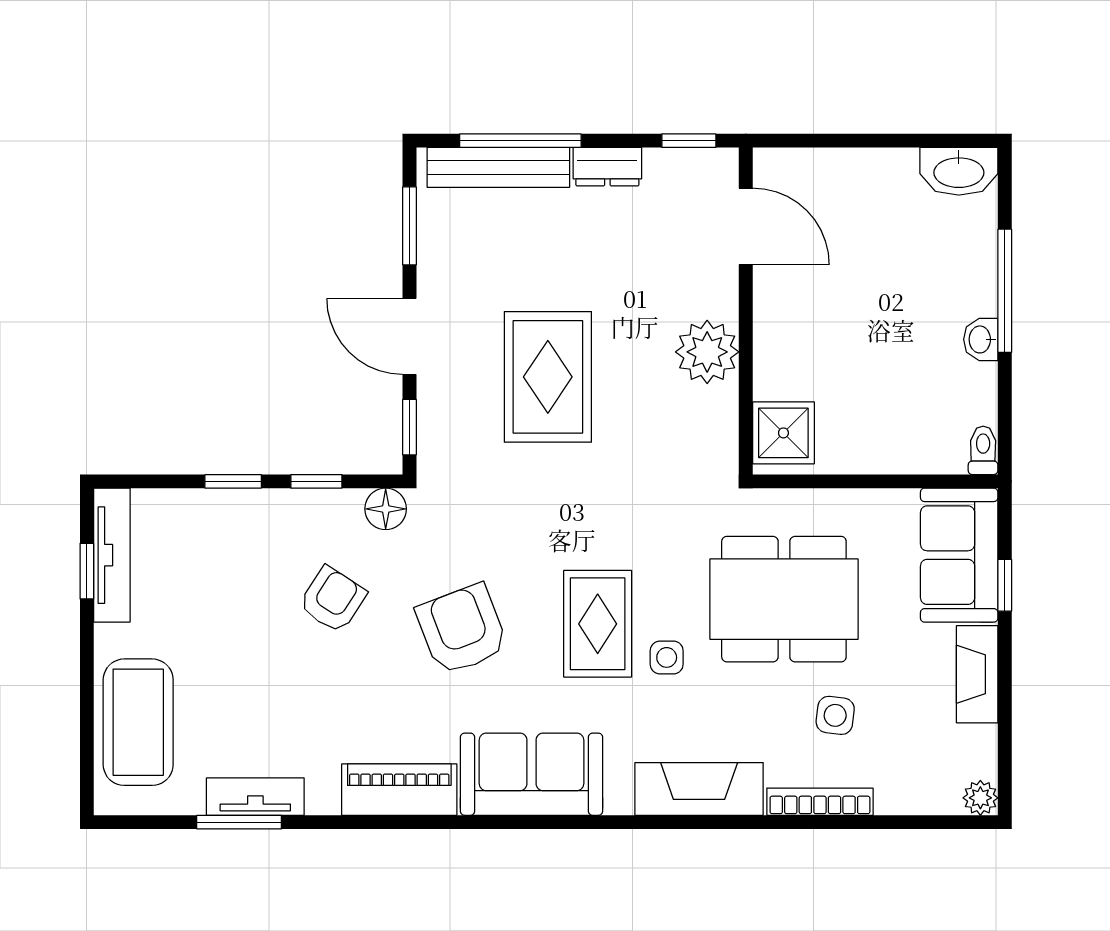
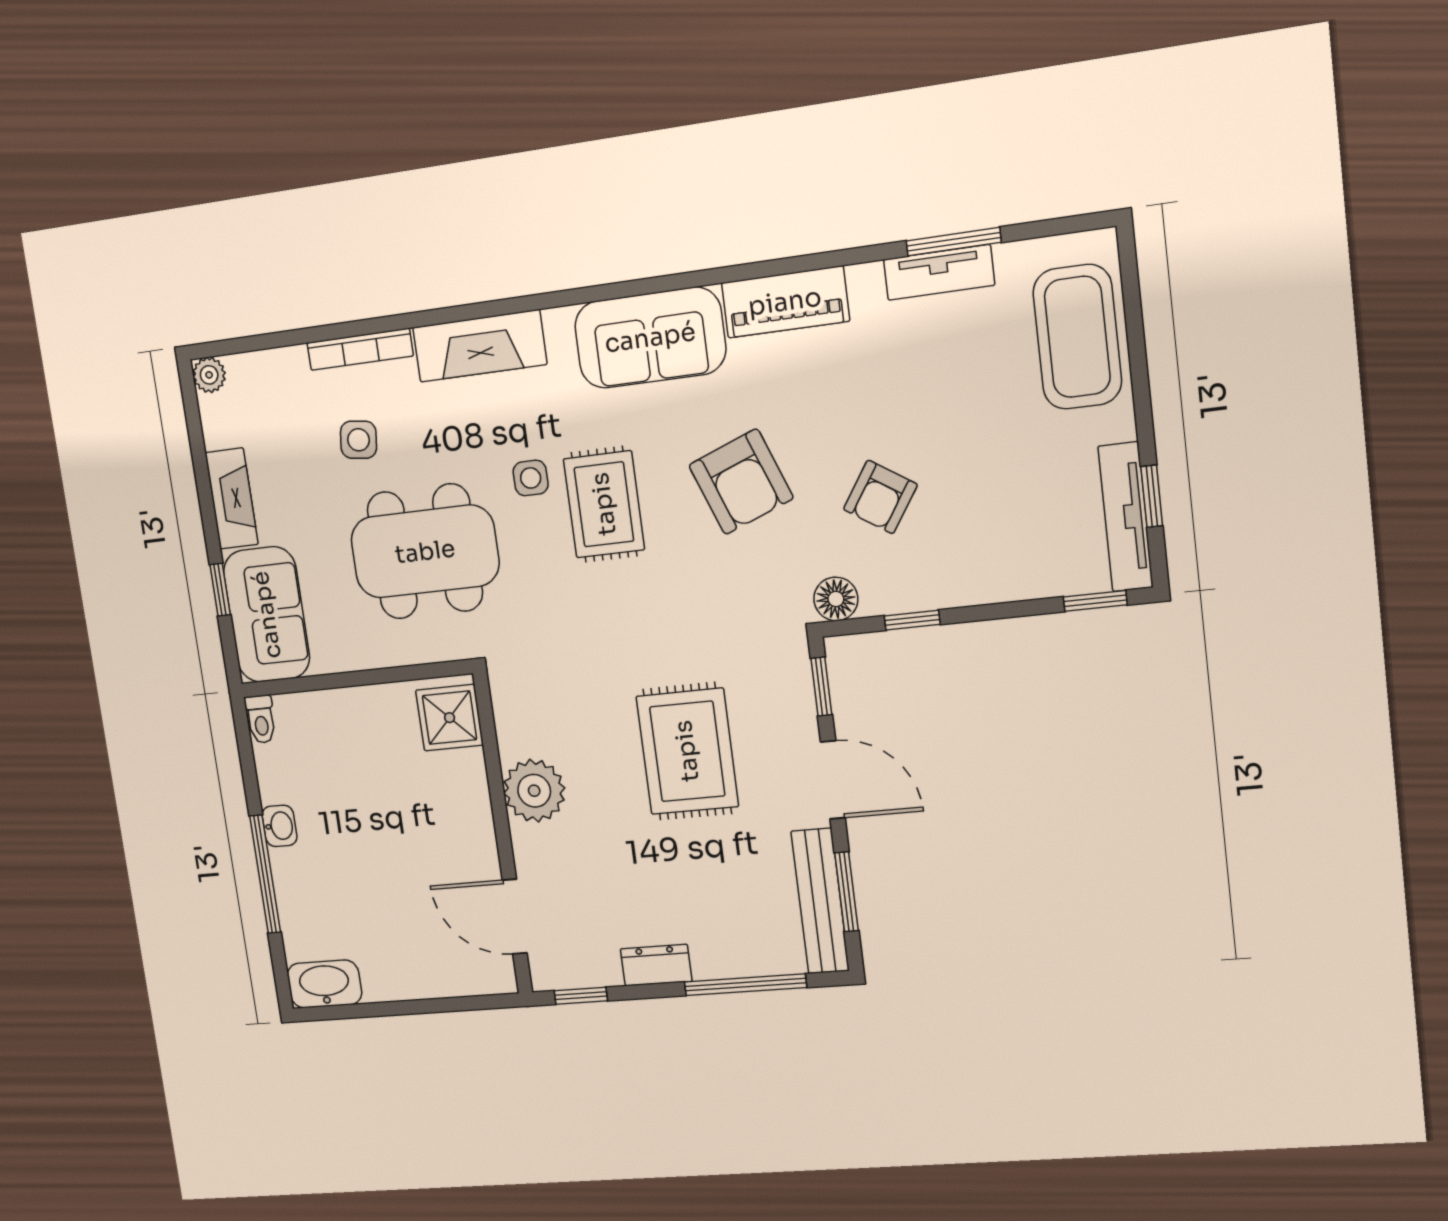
bench: (498, 167) -> (820, 901), moved, turned 90
window: (233, 481) -> (1095, 601), moved

